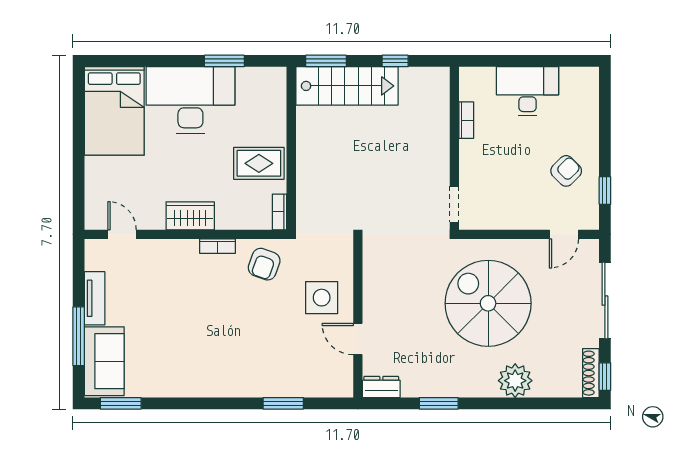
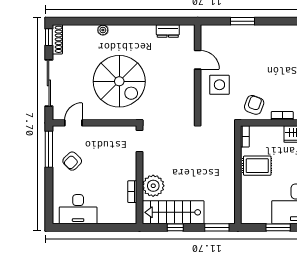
stairs: (347, 86) -> (173, 212), moved
desk: (528, 91) -> (78, 209), moved
plant: (432, 130) -> (153, 186), added
window: (605, 191) -> (49, 149), width x2.17
plant: (515, 381) -> (103, 30), width x0.53, depth x0.53
dresser: (381, 387) -> (168, 31), moved
window: (439, 403) -> (149, 21), removed

